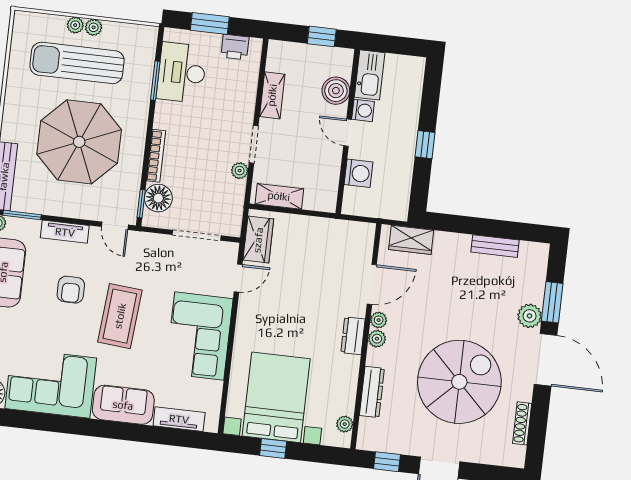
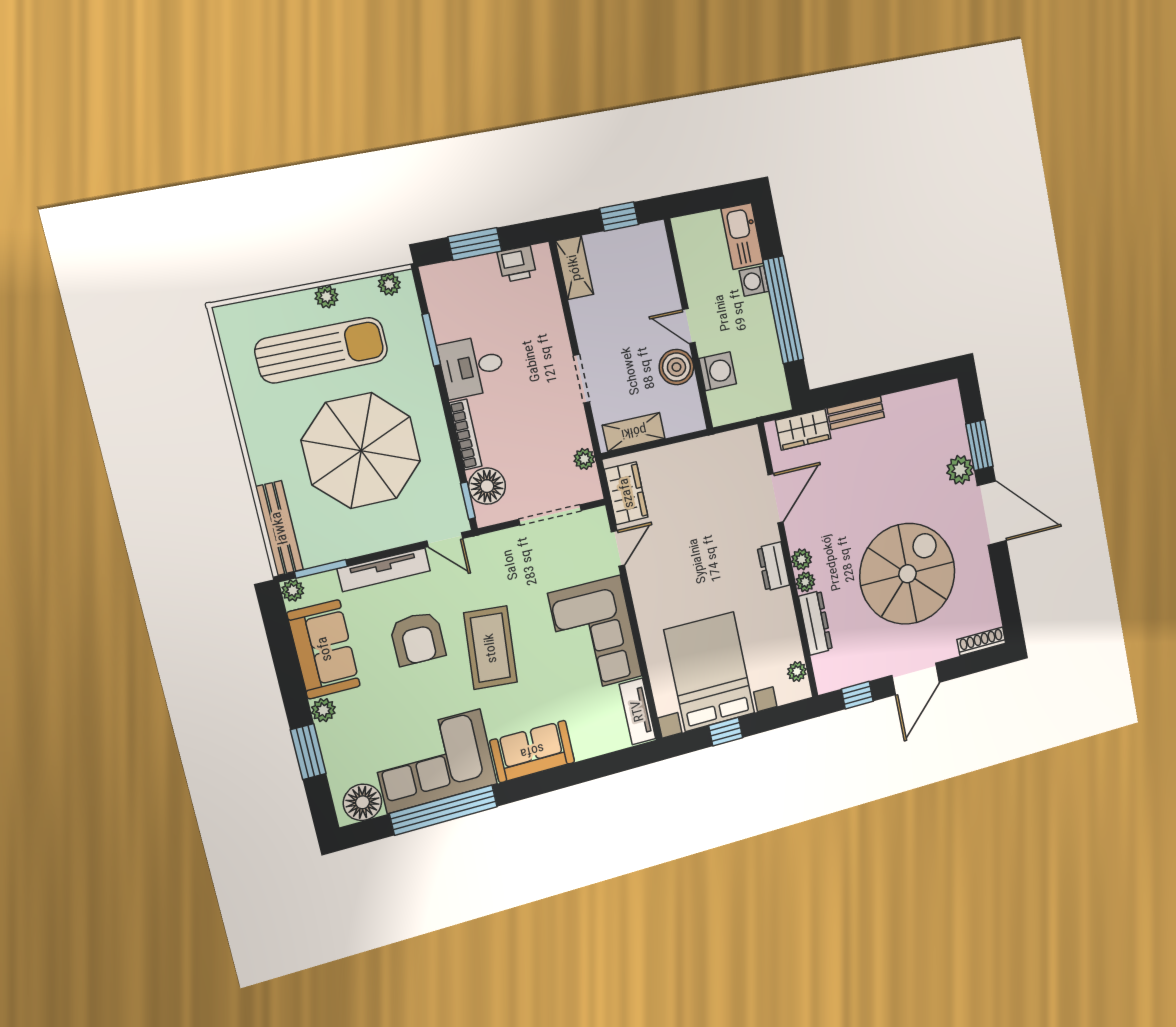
plant: (75, 25) -> (389, 284), moved
sun lounger: (77, 63) -> (322, 350), turned 180
desk: (182, 73) -> (472, 367), moved, width x0.73
kitchen sink: (370, 75) -> (742, 236), moved, turned 180
boiler: (336, 91) -> (676, 367), moved
shelving: (272, 95) -> (574, 268), moved
washing machine: (363, 110) -> (754, 281), moved, turned 180
window: (425, 145) -> (783, 310), width x3.17
plant: (240, 171) -> (584, 459), moved
tv unit: (65, 232) -> (384, 570), width x1.41
bench: (495, 246) -> (856, 413), moved
armchair: (71, 290) -> (418, 638), width x1.38, depth x1.38
plant: (379, 320) -> (805, 582), moved
tv unit: (179, 419) -> (637, 711), moved, turned -90
window: (45, 422) -> (444, 810), added
shoe rack: (522, 423) -> (981, 641), moved, turned 90

